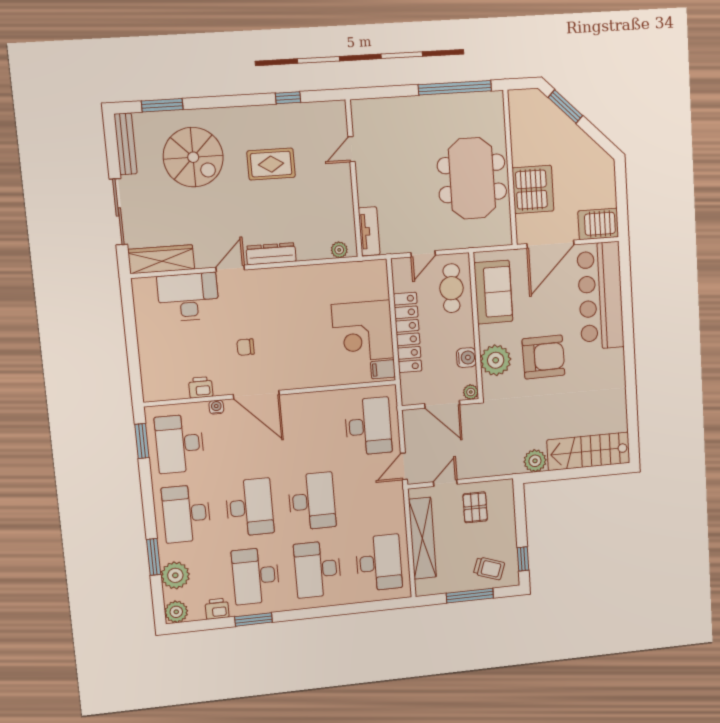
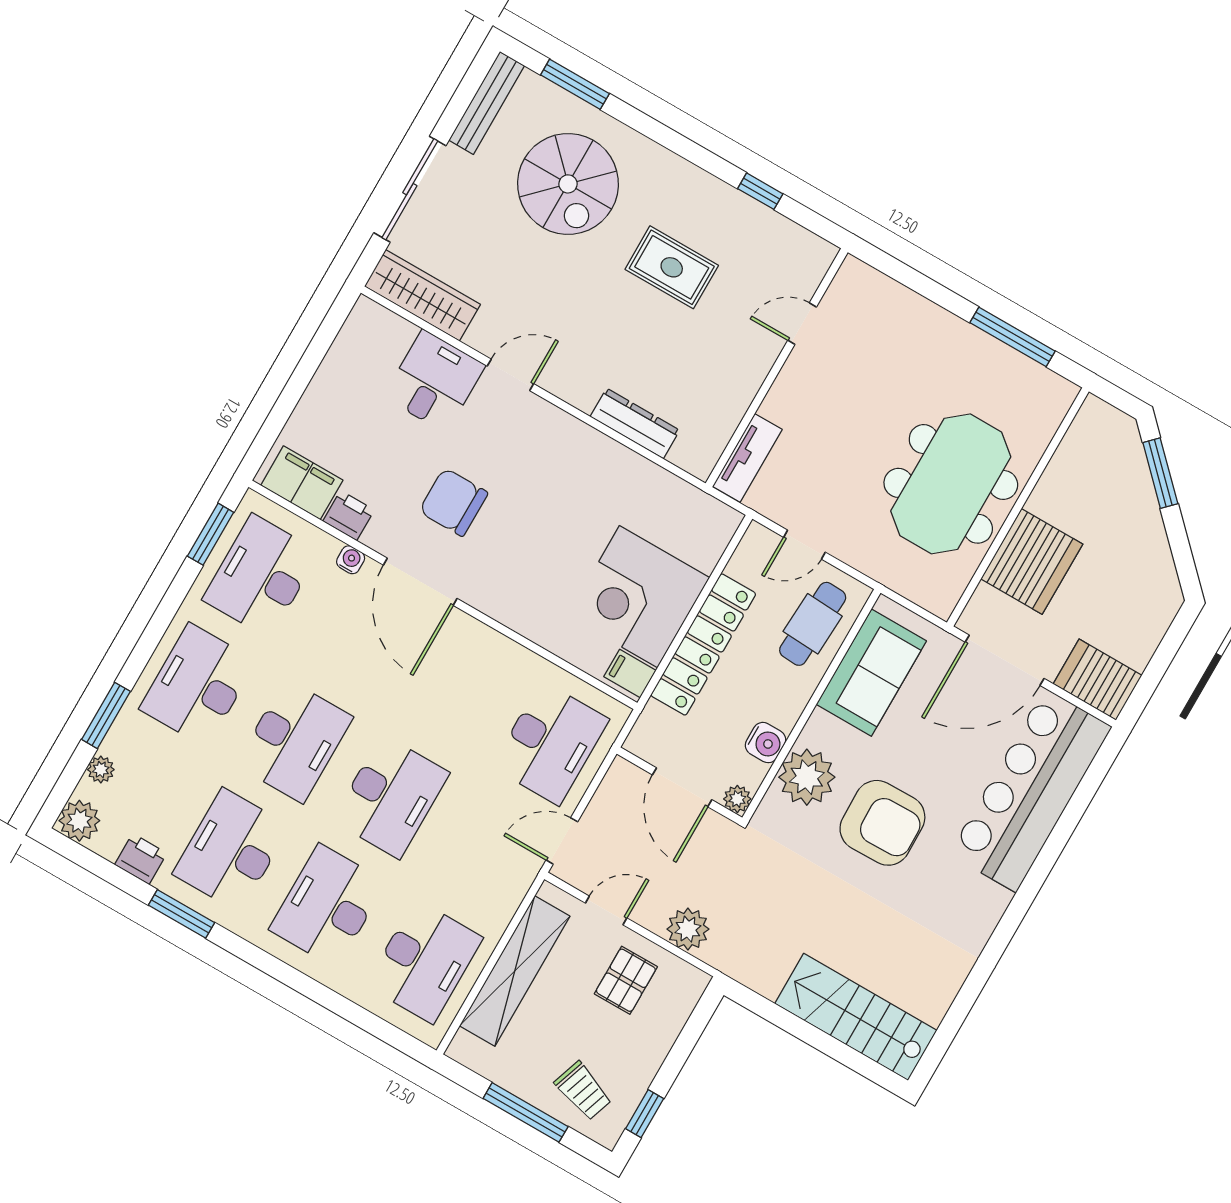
window: (455, 88) -> (1013, 337), width x0.68
plant: (339, 250) -> (686, 455), removed
dresser: (271, 254) -> (635, 423), moved
desk: (188, 297) -> (434, 381), width x0.73
chair: (246, 347) -> (453, 502), width x1.87, depth x1.87
filing cabinet: (168, 387) -> (302, 483), added
plant: (535, 461) -> (688, 929), moved
plant: (175, 575) -> (101, 770), width x0.53, depth x0.53

